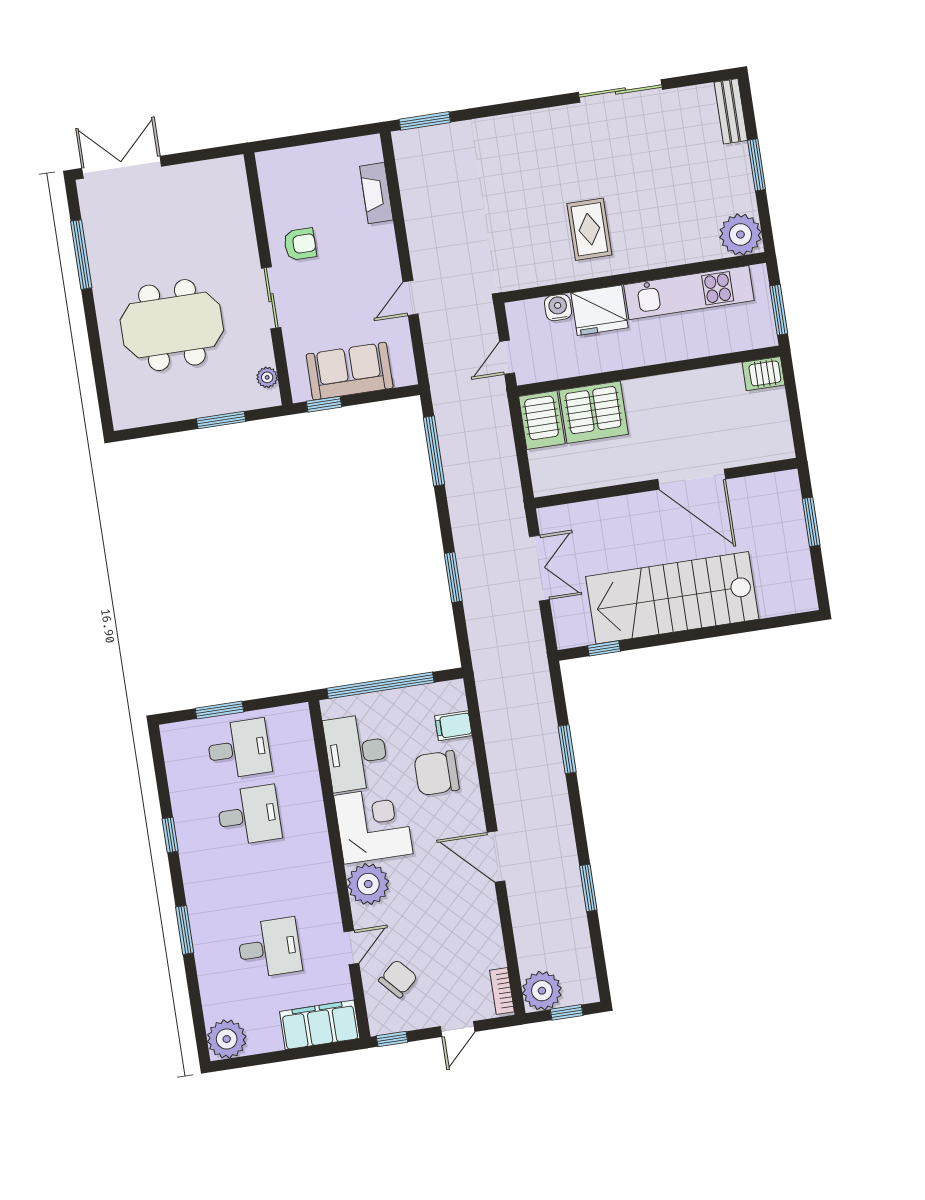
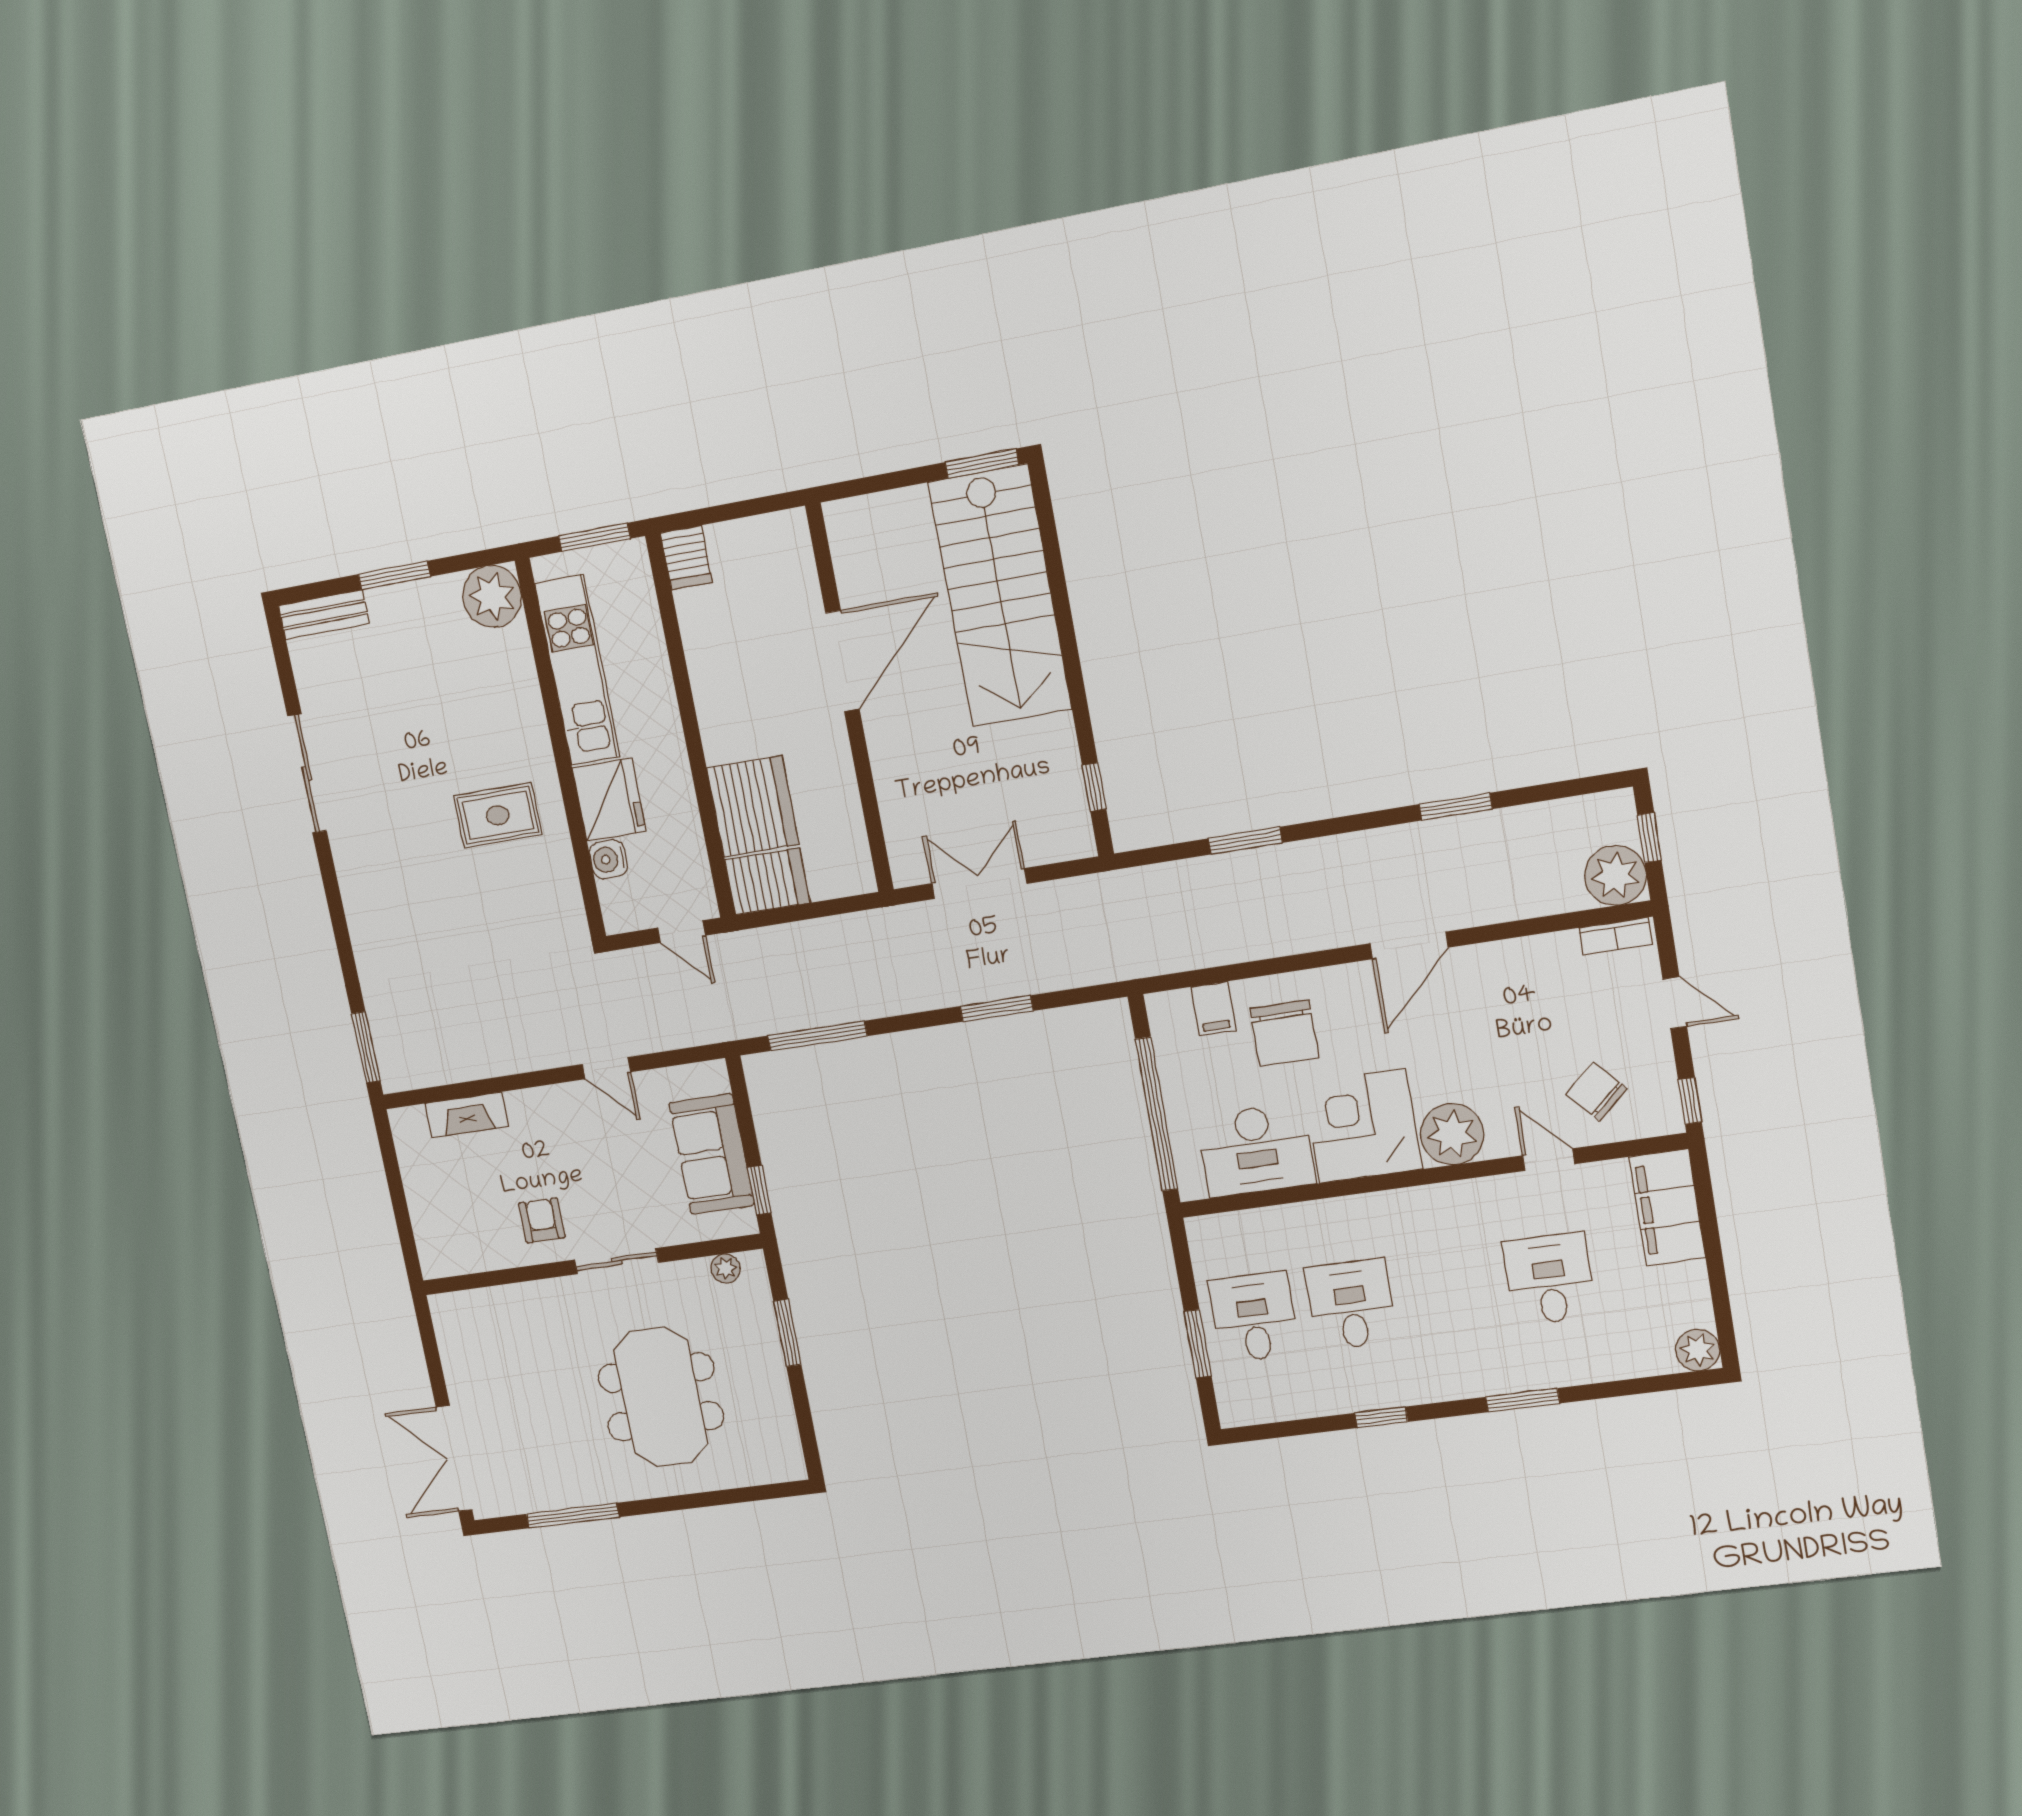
window: (811, 522) -> (982, 464), moved
stairs: (672, 598) -> (1000, 596), moved
plant: (227, 1039) -> (1698, 1350), width x0.73, depth x0.73

